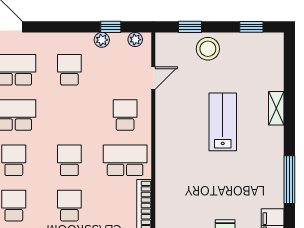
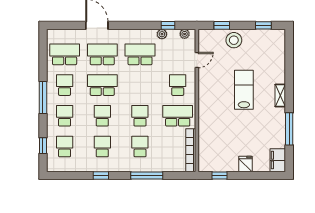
school desk: (69, 70) -> (140, 54), width x1.85
shelving: (276, 108) -> (280, 95), moved

